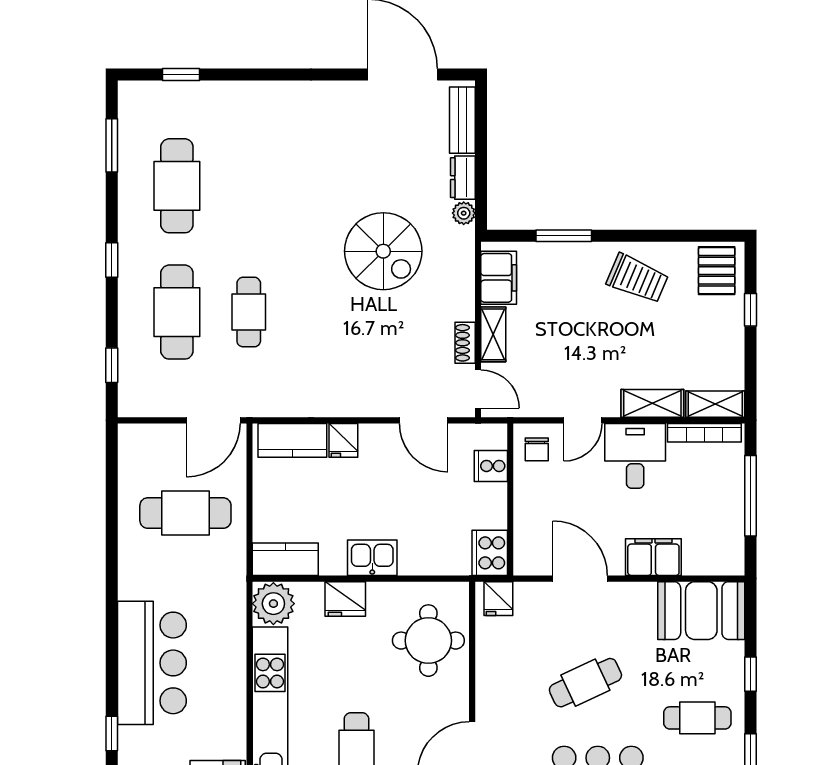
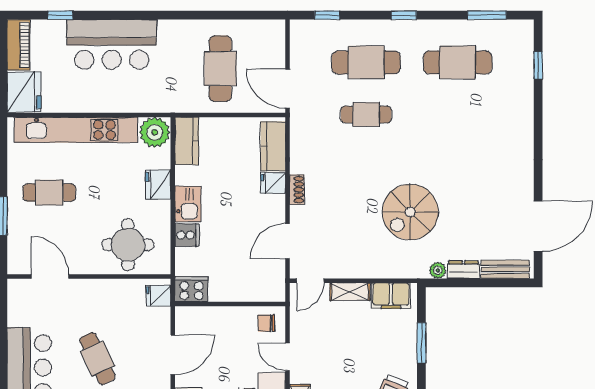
shoe rack: (465, 343) -> (297, 190), moved, turned 90
cooker: (491, 466) -> (187, 235), moved, turned 90

